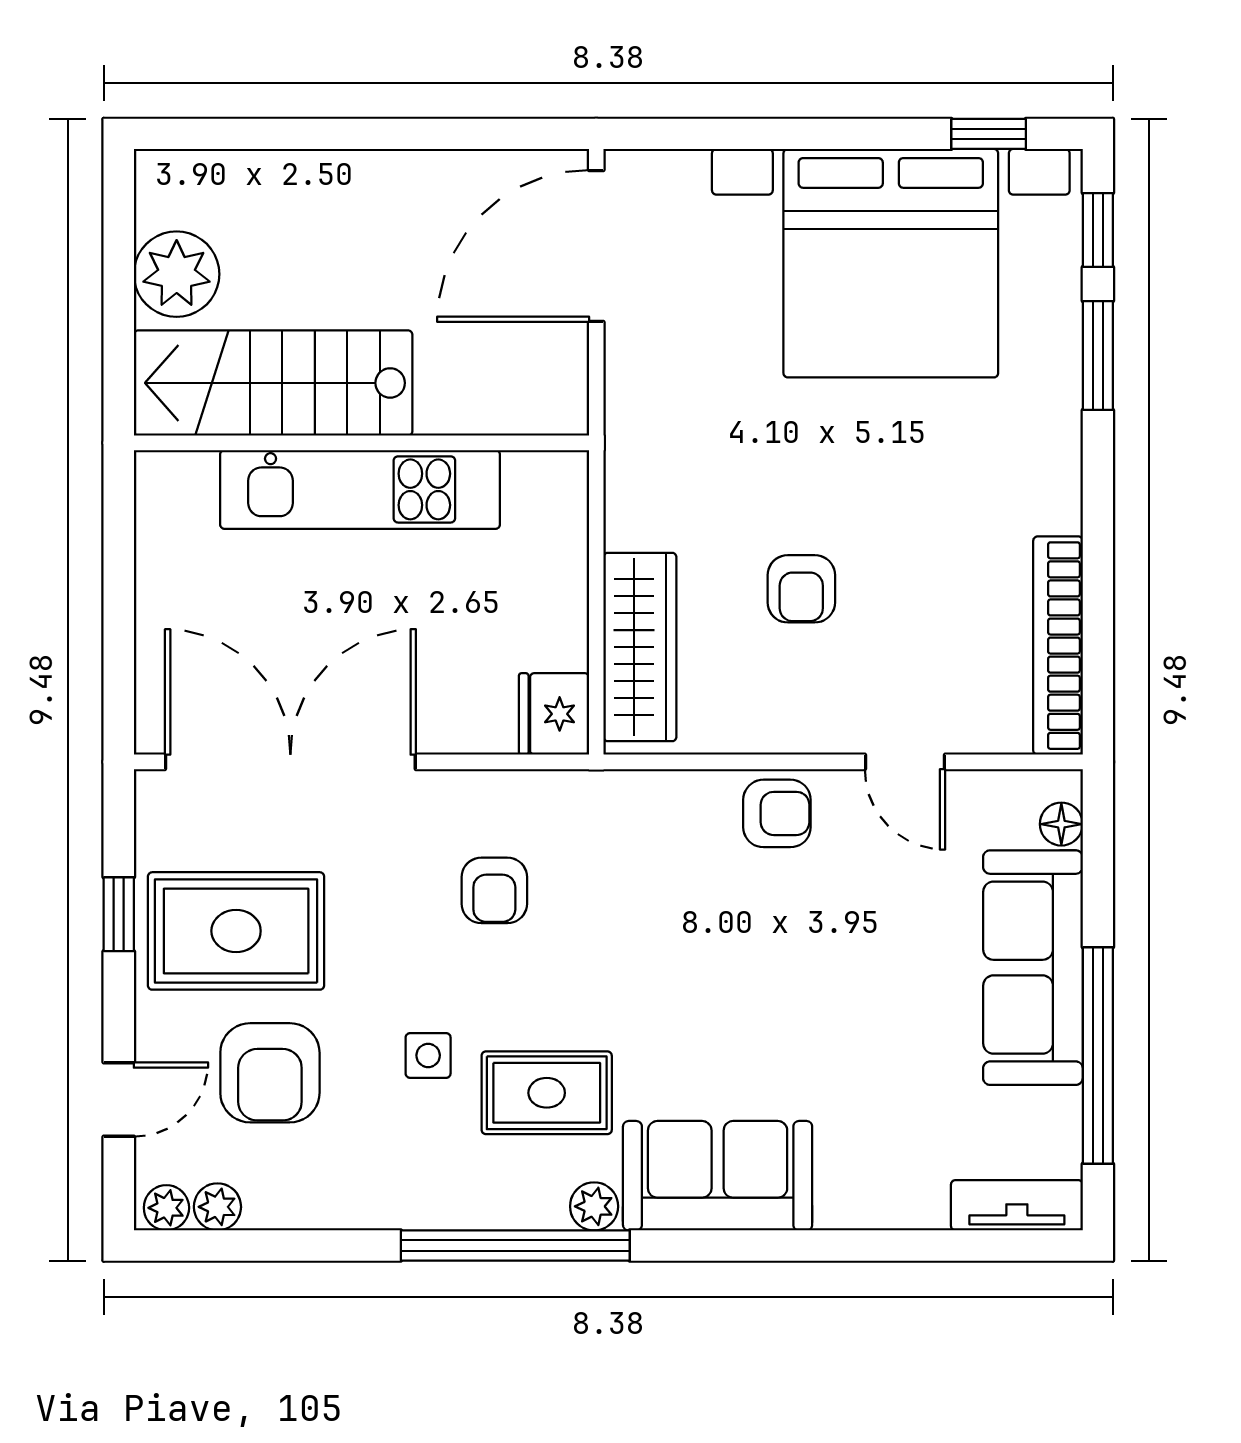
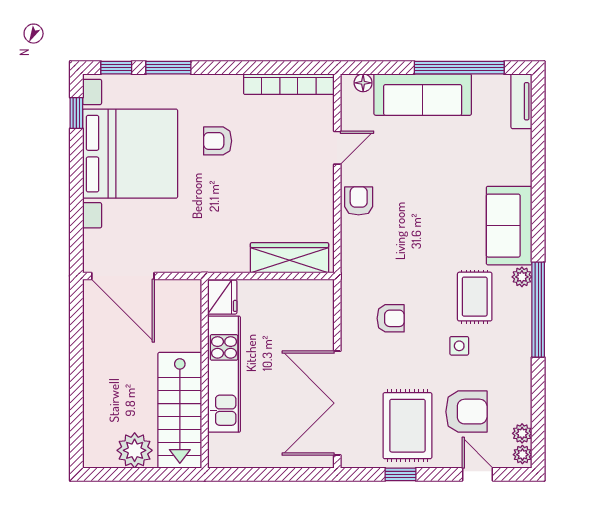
armchair: (801, 589) -> (218, 141), moved, turned 180
fridge: (554, 714) -> (222, 297), moved, turned -90

